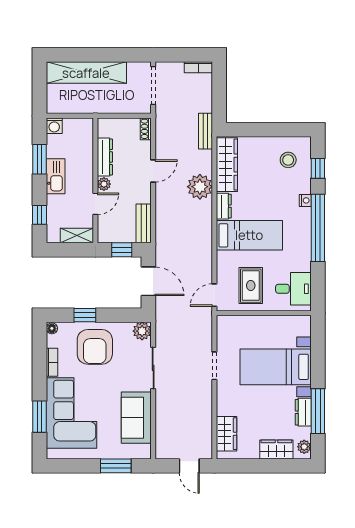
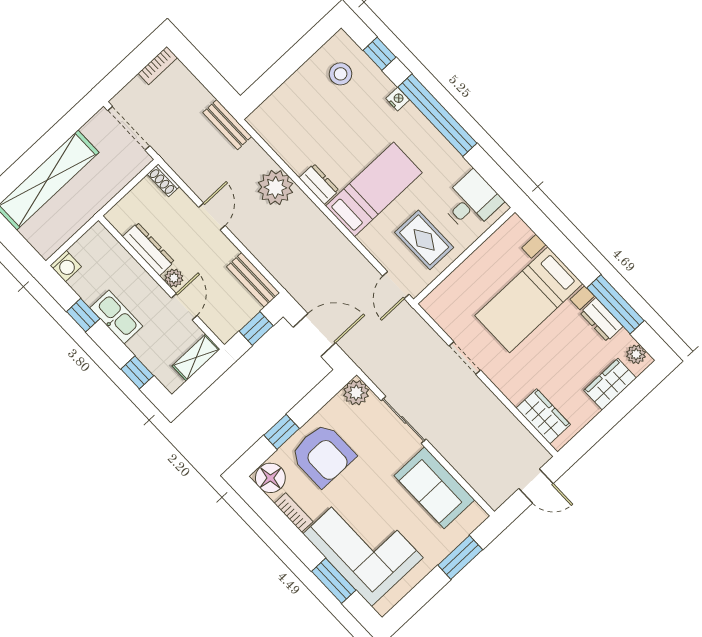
window: (39, 159) -> (83, 315), width x0.67
wardrobe: (227, 165) -> (282, 138), removed
floor lamp: (52, 328) -> (270, 478), width x1.89, depth x1.89

